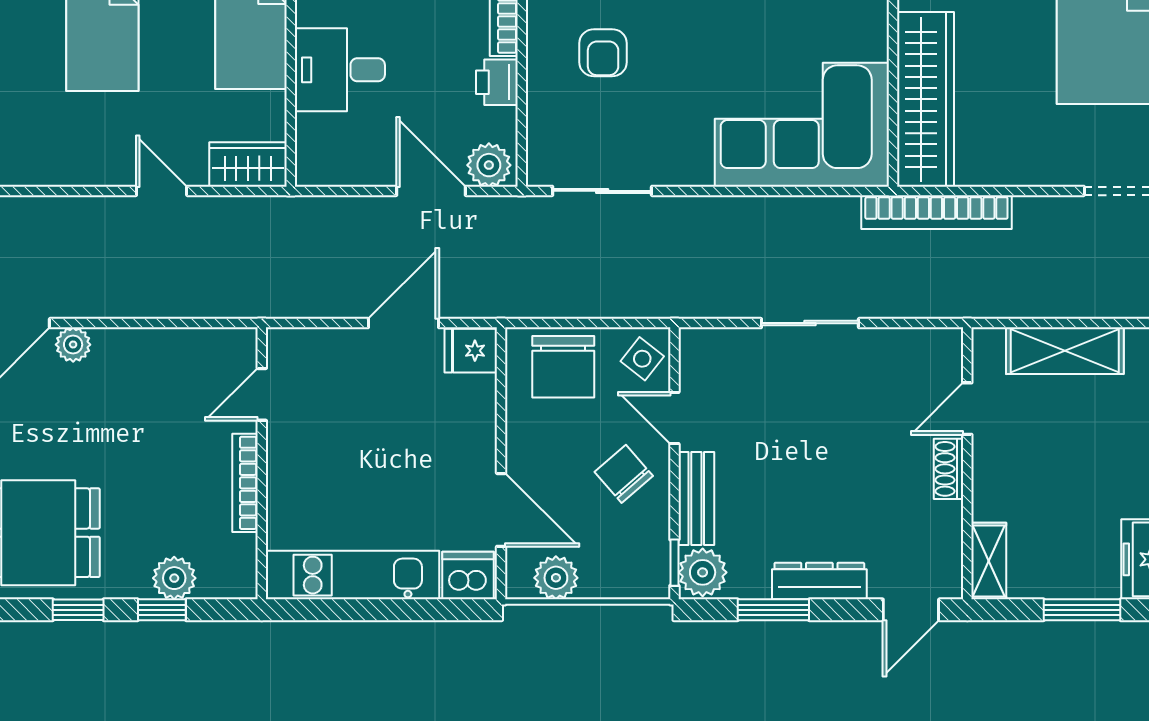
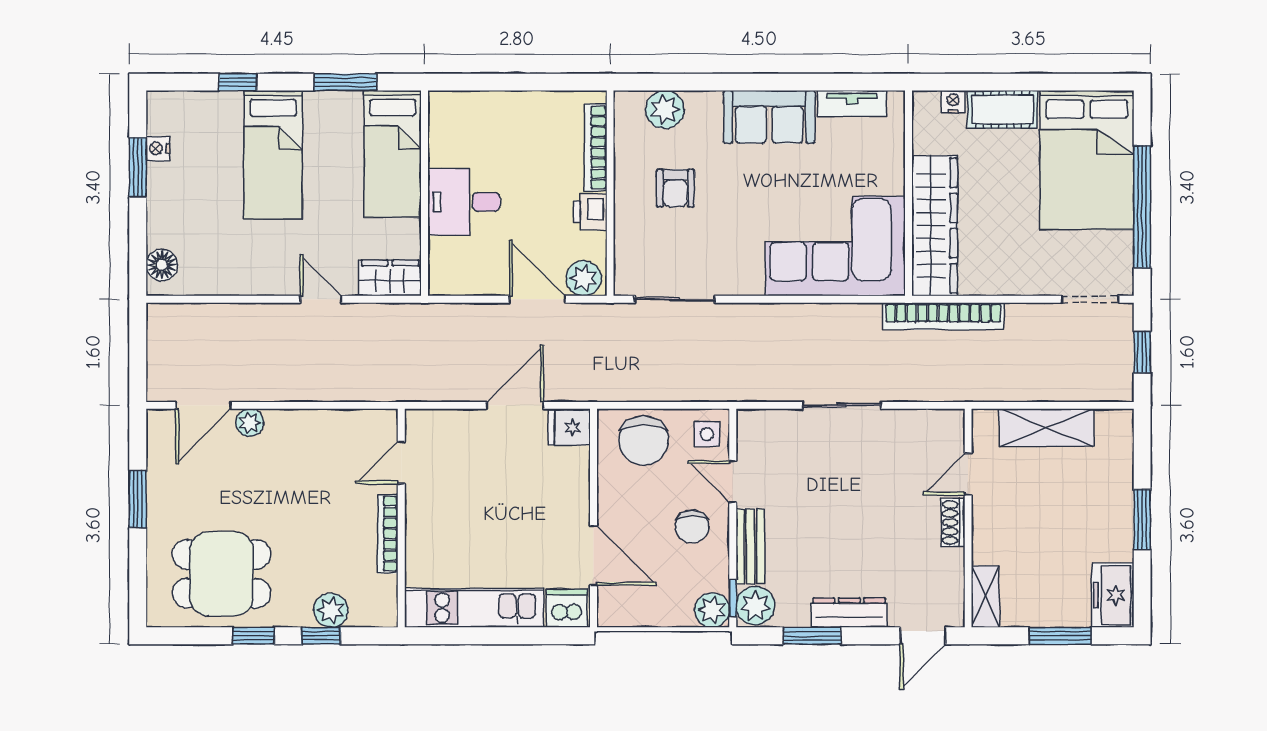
side table: (642, 359) -> (707, 434), turned -38
chair: (624, 474) -> (692, 527), turned -139
plant: (556, 578) -> (712, 610), moved

